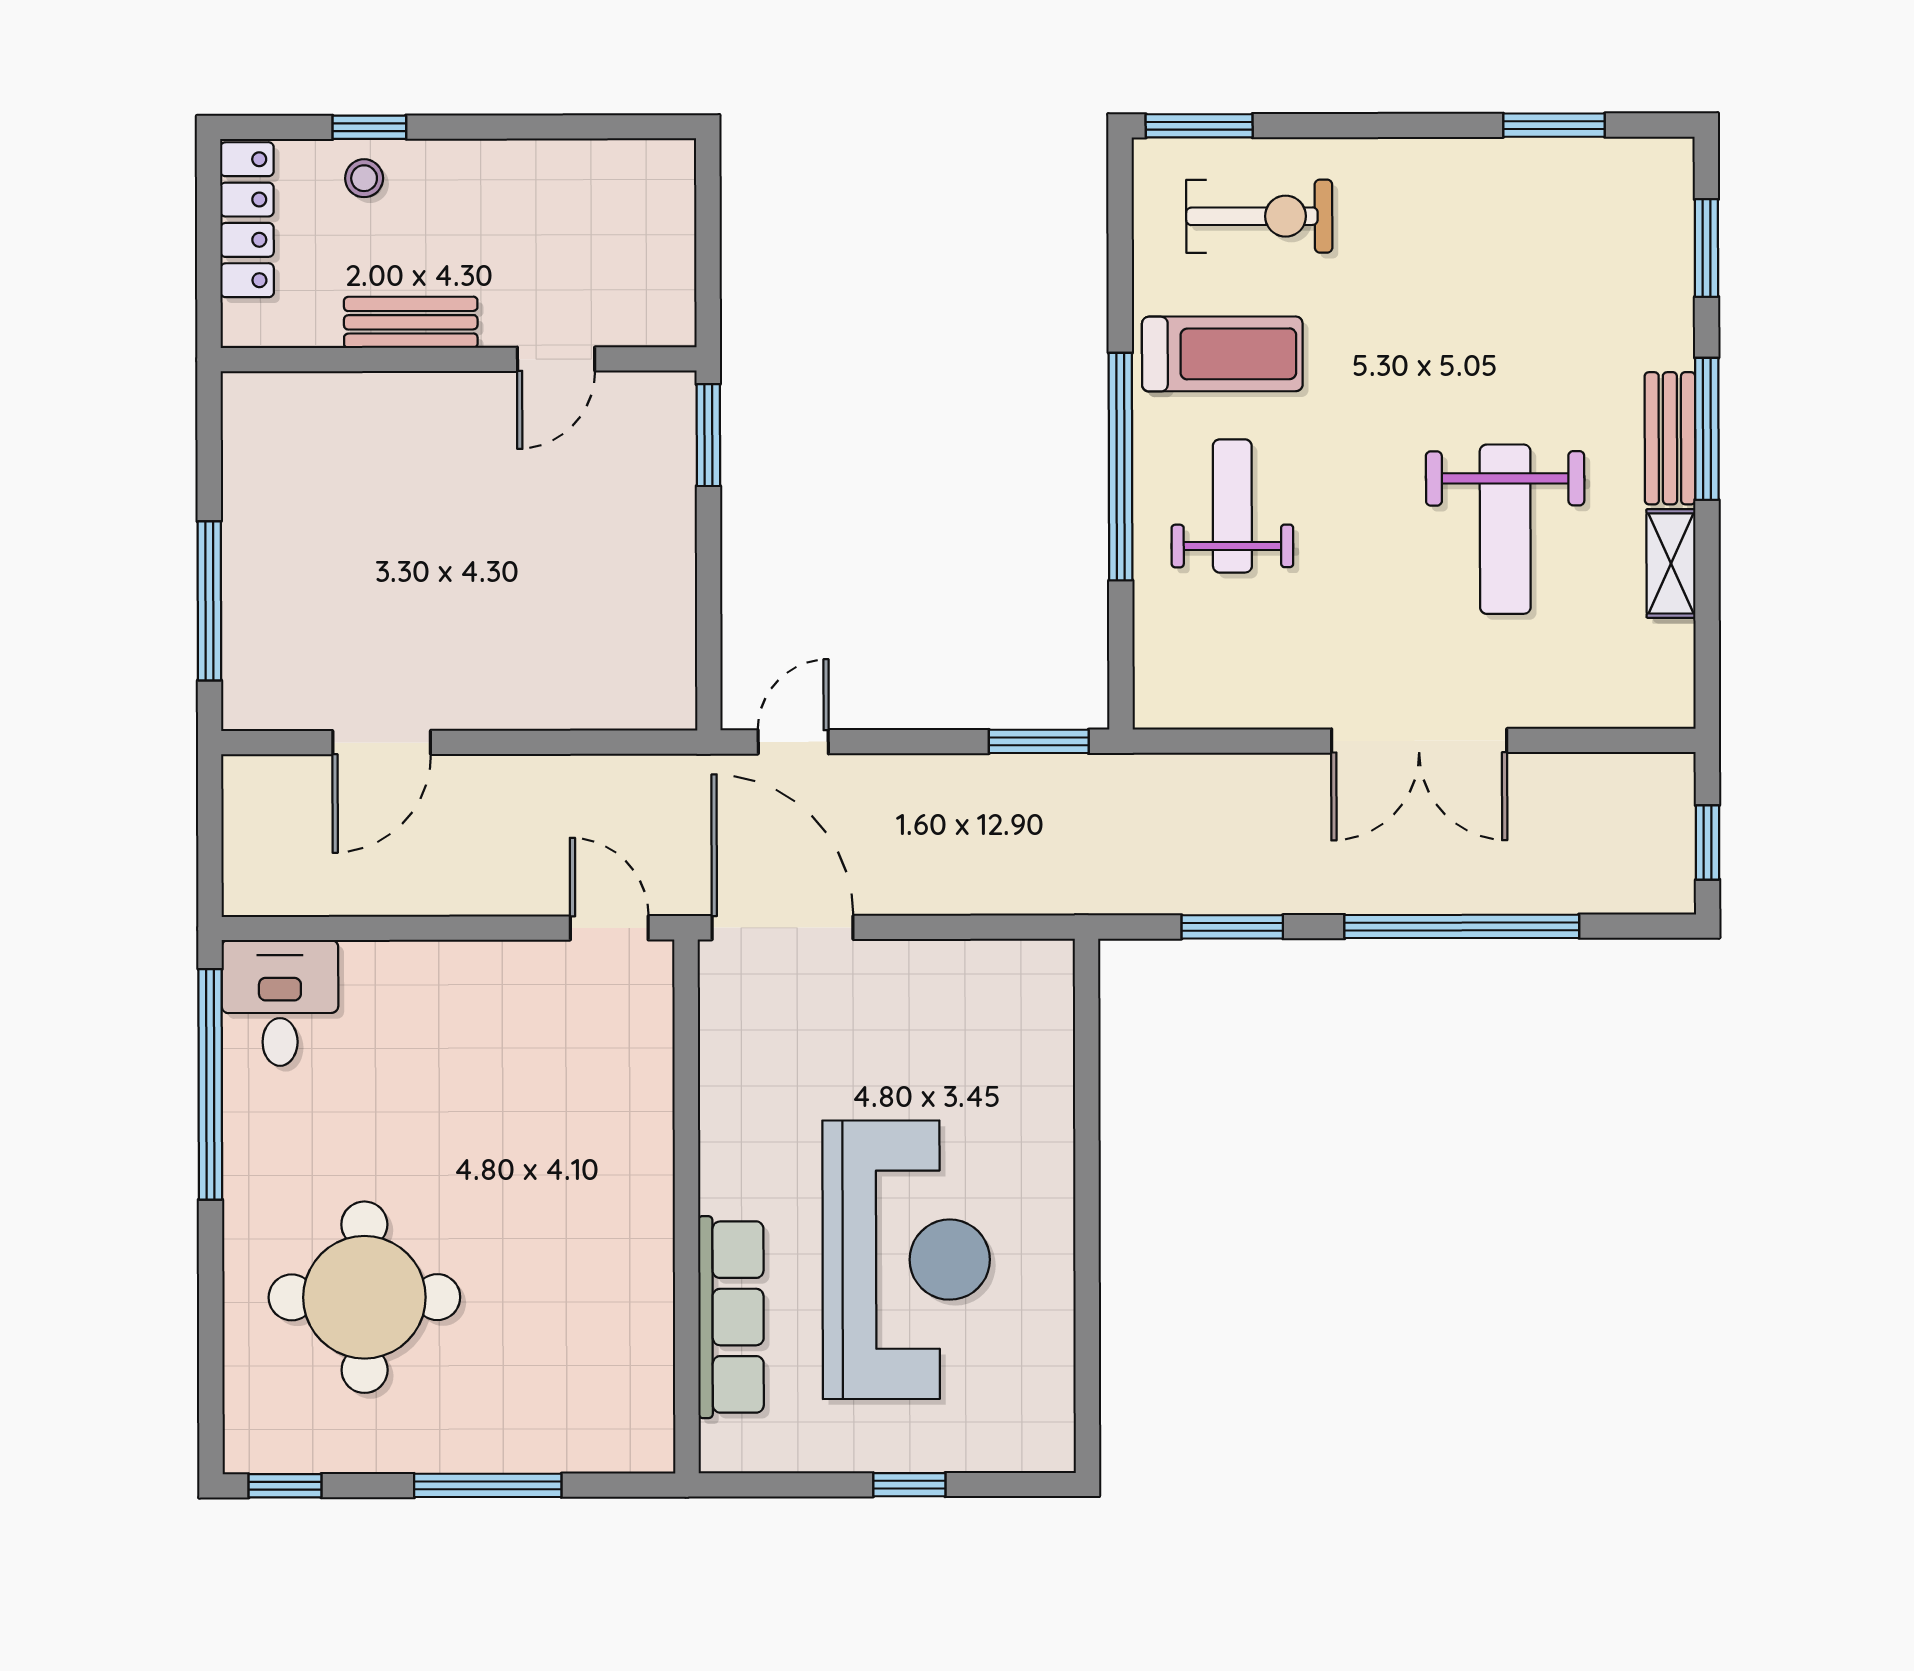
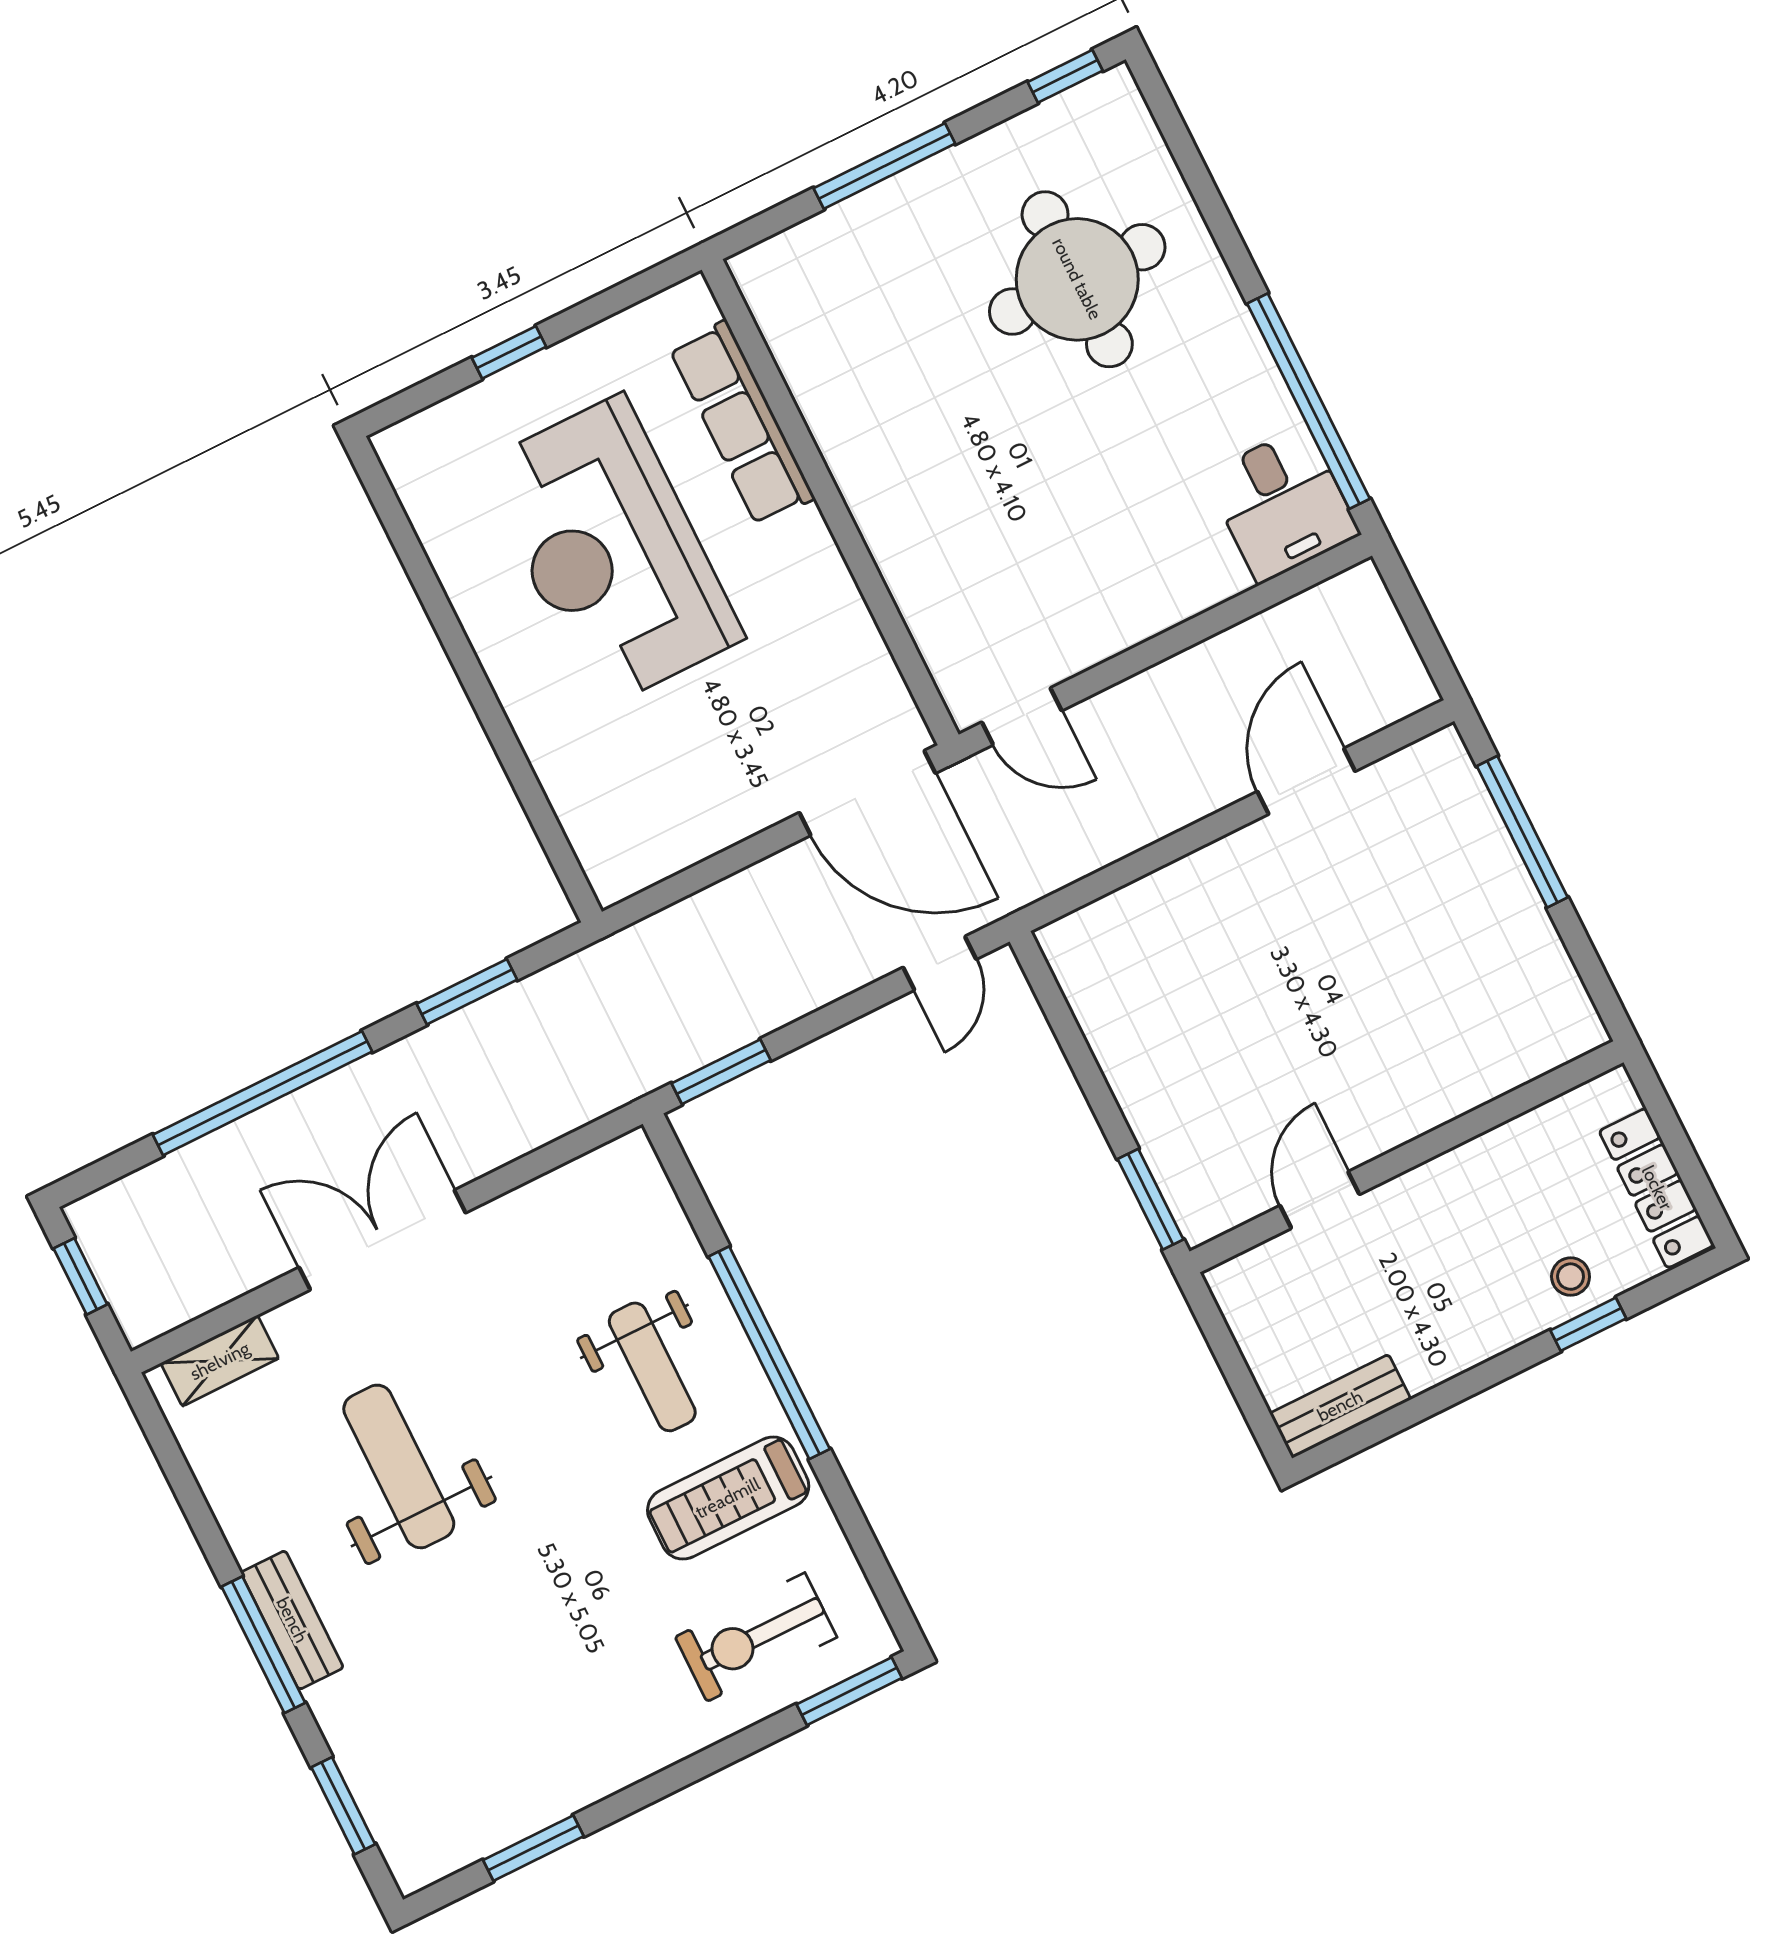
bench: (411, 322) -> (1340, 1406), moved
shelving: (1671, 563) -> (220, 1361), moved, turned 90

